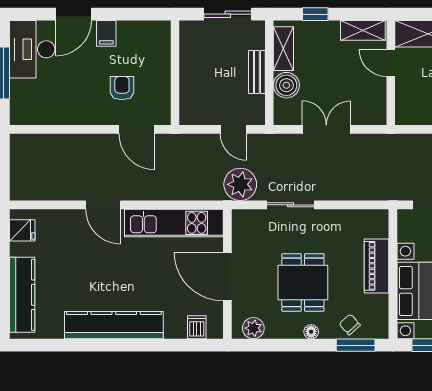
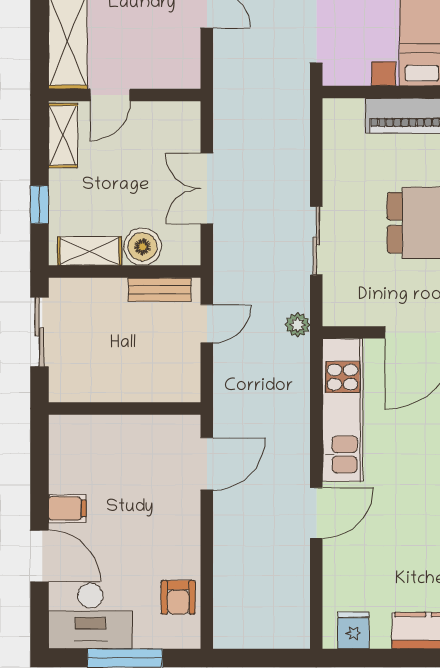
bench: (257, 72) -> (160, 290), moved
armchair: (122, 88) -> (178, 597), moved, turned -90
plant: (240, 184) -> (298, 325), width x0.53, depth x0.53

